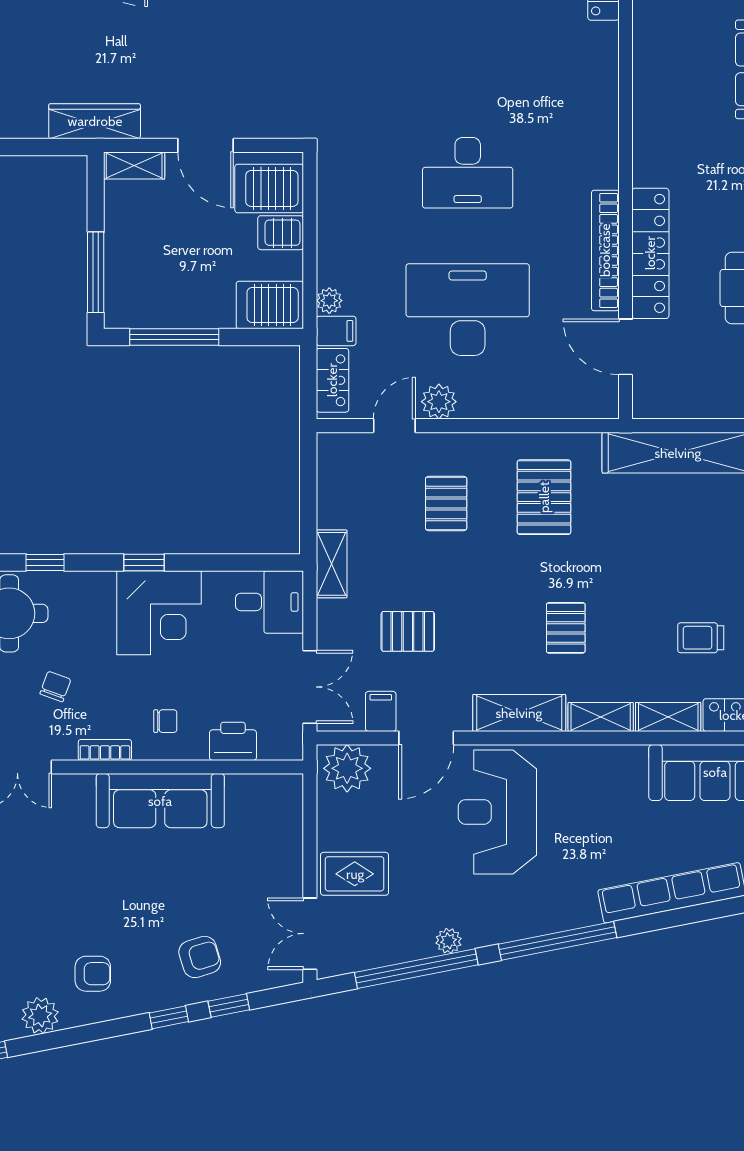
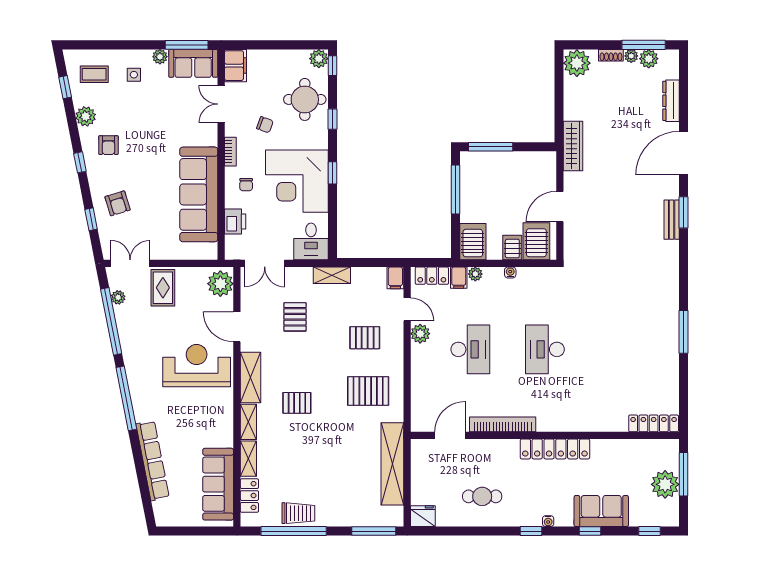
shelving: (134, 166) -> (549, 168), removed
water cooler: (327, 236) -> (510, 272), added
locker: (650, 253) -> (555, 449), moved
desk: (468, 310) -> (470, 349), width x0.73, depth x0.77
corner desk: (159, 613) -> (297, 181), width x1.36, depth x1.36
trolley: (701, 638) -> (292, 476), removed
filing cabinet: (381, 711) -> (395, 278), moved, turned 90
sofa: (160, 801) -> (199, 194), width x1.36, depth x1.27
plant: (449, 941) -> (118, 297), moved
window: (169, 1017) -> (80, 162), moved

